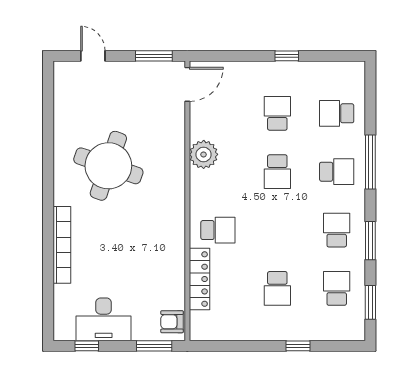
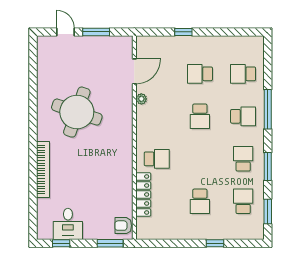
window: (154, 56) -> (96, 32), moved
window: (287, 56) -> (183, 32), moved
door: (187, 84) -> (134, 71), moved
school desk: (277, 113) -> (200, 74), turned -90
plant: (204, 154) -> (141, 99), width x0.53, depth x0.53
desk: (104, 319) -> (68, 224), width x0.73

